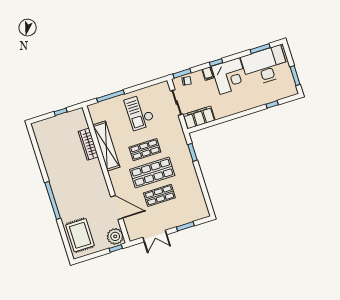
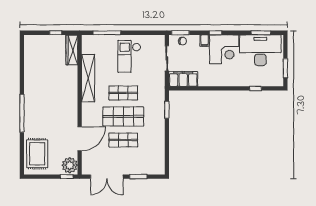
wardrobe: (88, 144) -> (72, 50), moved
door: (117, 207) -> (80, 139), hinge flipped
double door: (155, 236) -> (107, 177), width x1.37

